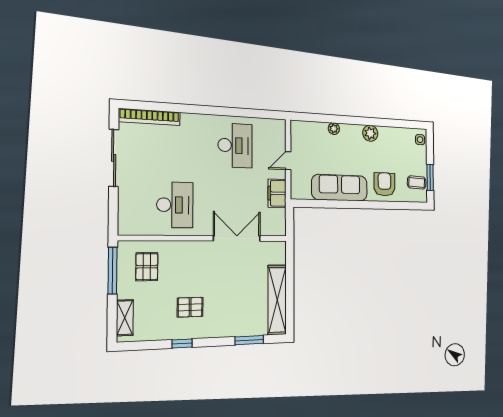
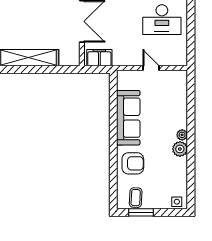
plant: (334, 129) -> (182, 135), moved
filing cabinet: (277, 193) -> (99, 58), moved

